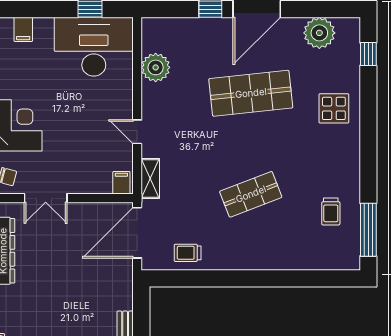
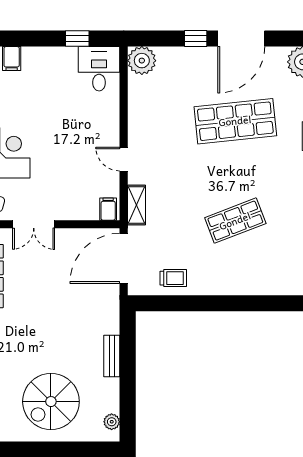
desk: (94, 47) -> (99, 69), width x0.53, depth x0.77
plant: (156, 67) -> (142, 61), moved
trolley: (188, 253) -> (173, 278), turned 180

